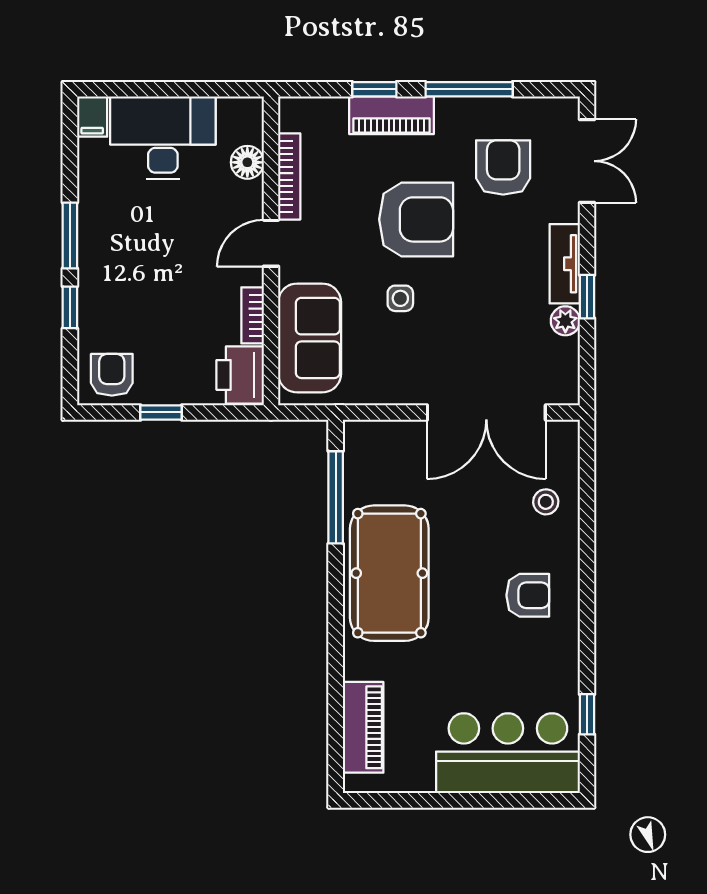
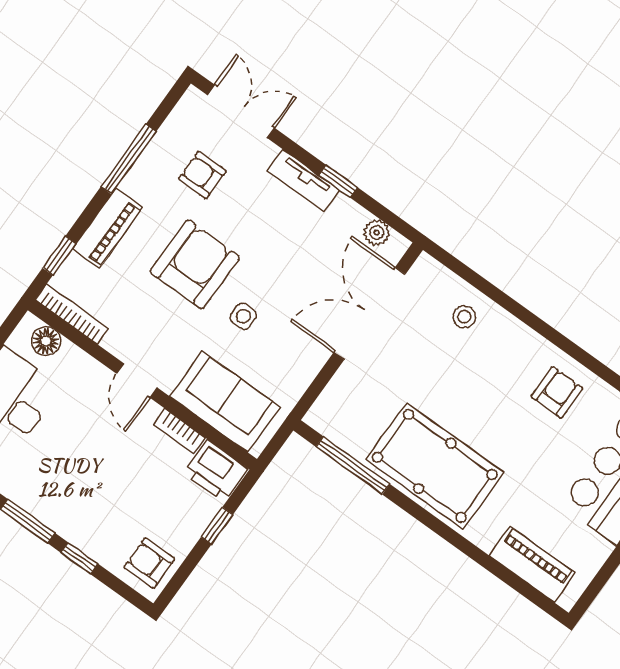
window: (374, 89) -> (59, 256), moved
floor lamp: (247, 162) -> (46, 341), moved
armchair: (503, 167) -> (202, 175), width x0.72, depth x0.72
bookcase: (289, 176) -> (72, 314), moved
plant: (565, 321) -> (377, 233), moved
window: (161, 412) -> (217, 526), moved
double door: (486, 412) -> (370, 313), swing flipped
armchair: (528, 595) -> (557, 392), moved

